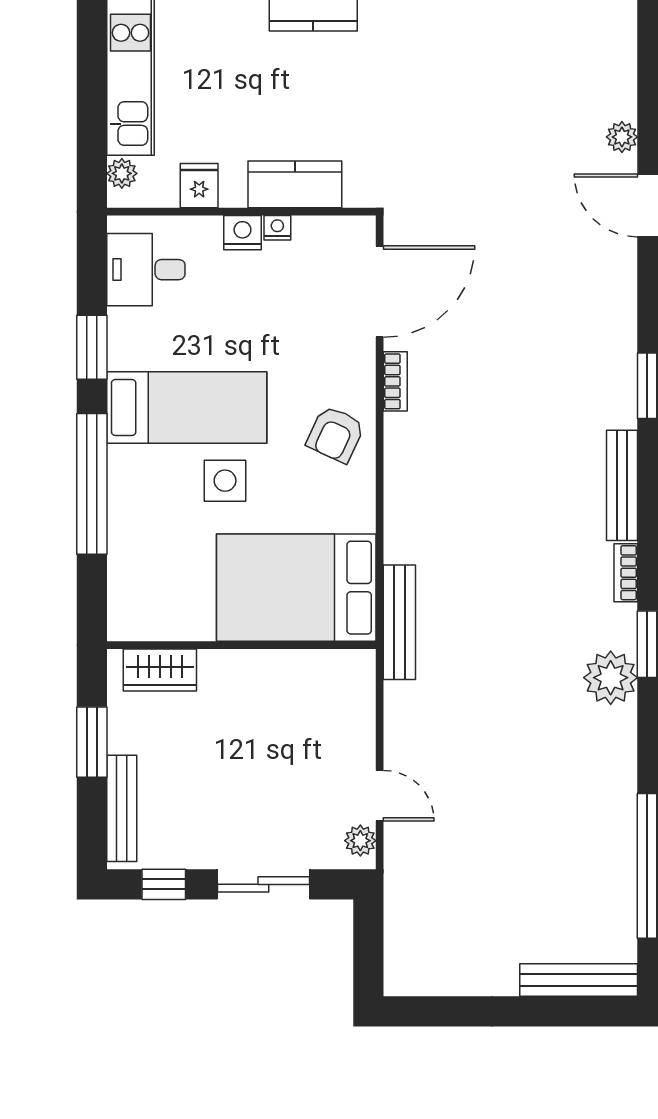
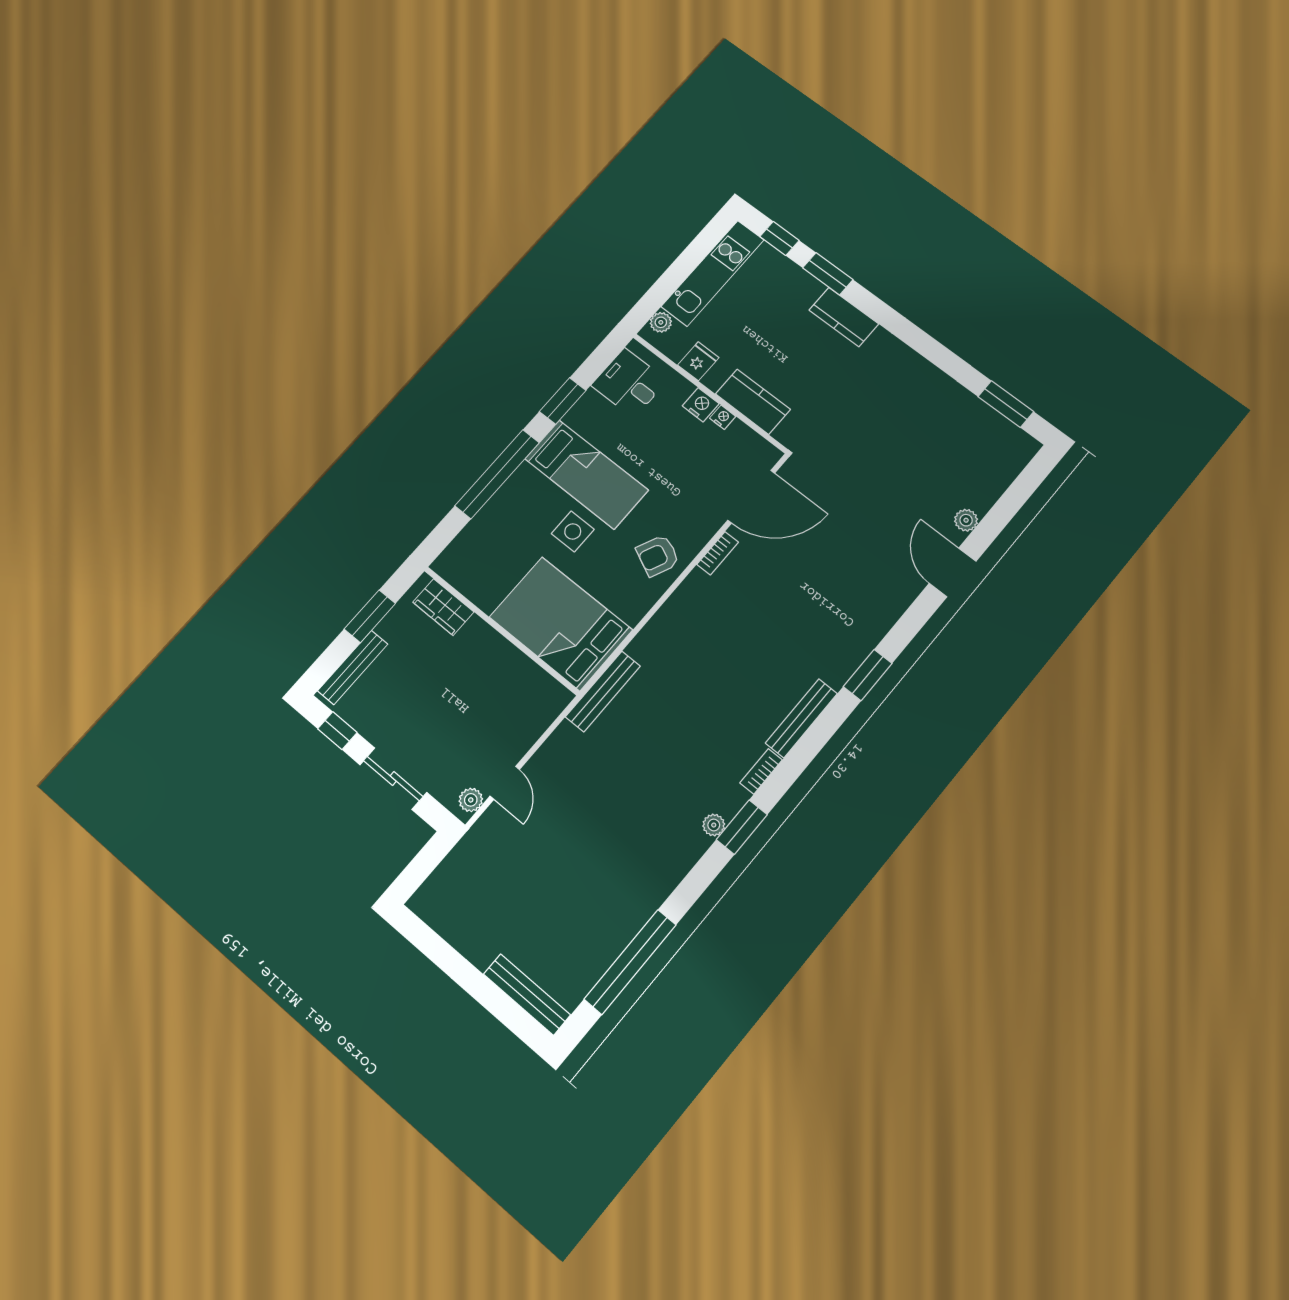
plant: (611, 678) -> (714, 825), width x0.53, depth x0.53

